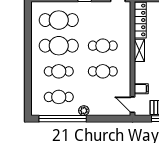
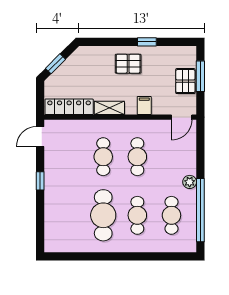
cafe table: (59, 20) -> (69, 215), removed
filing cabinet: (141, 89) -> (144, 106), moved

